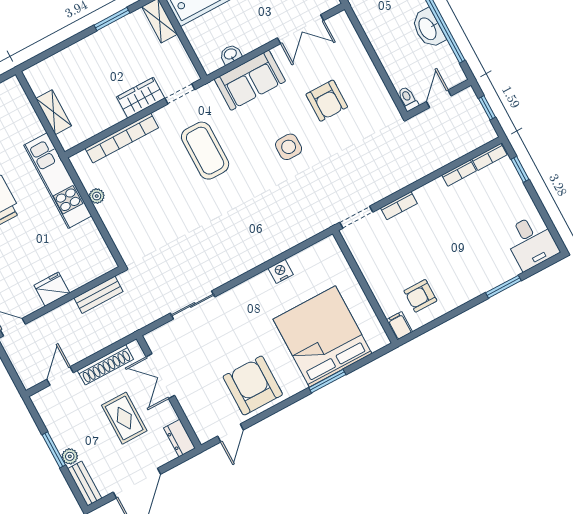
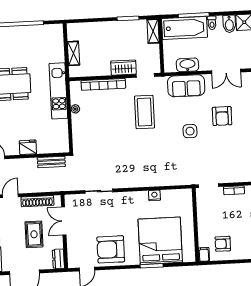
washbasin: (231, 54) -> (187, 65), width x1.91, depth x1.45
armchair: (253, 386) -> (111, 249), turned -90

